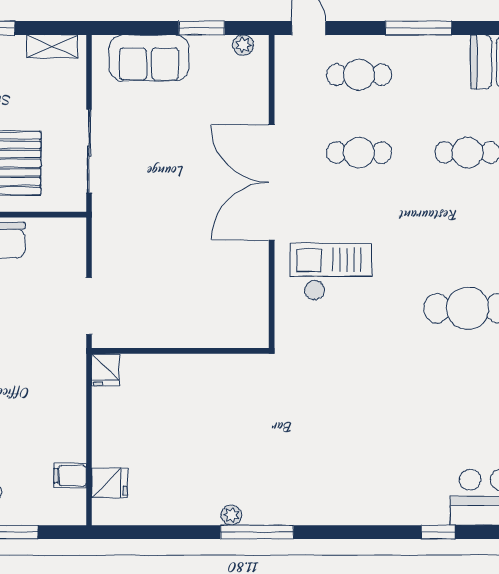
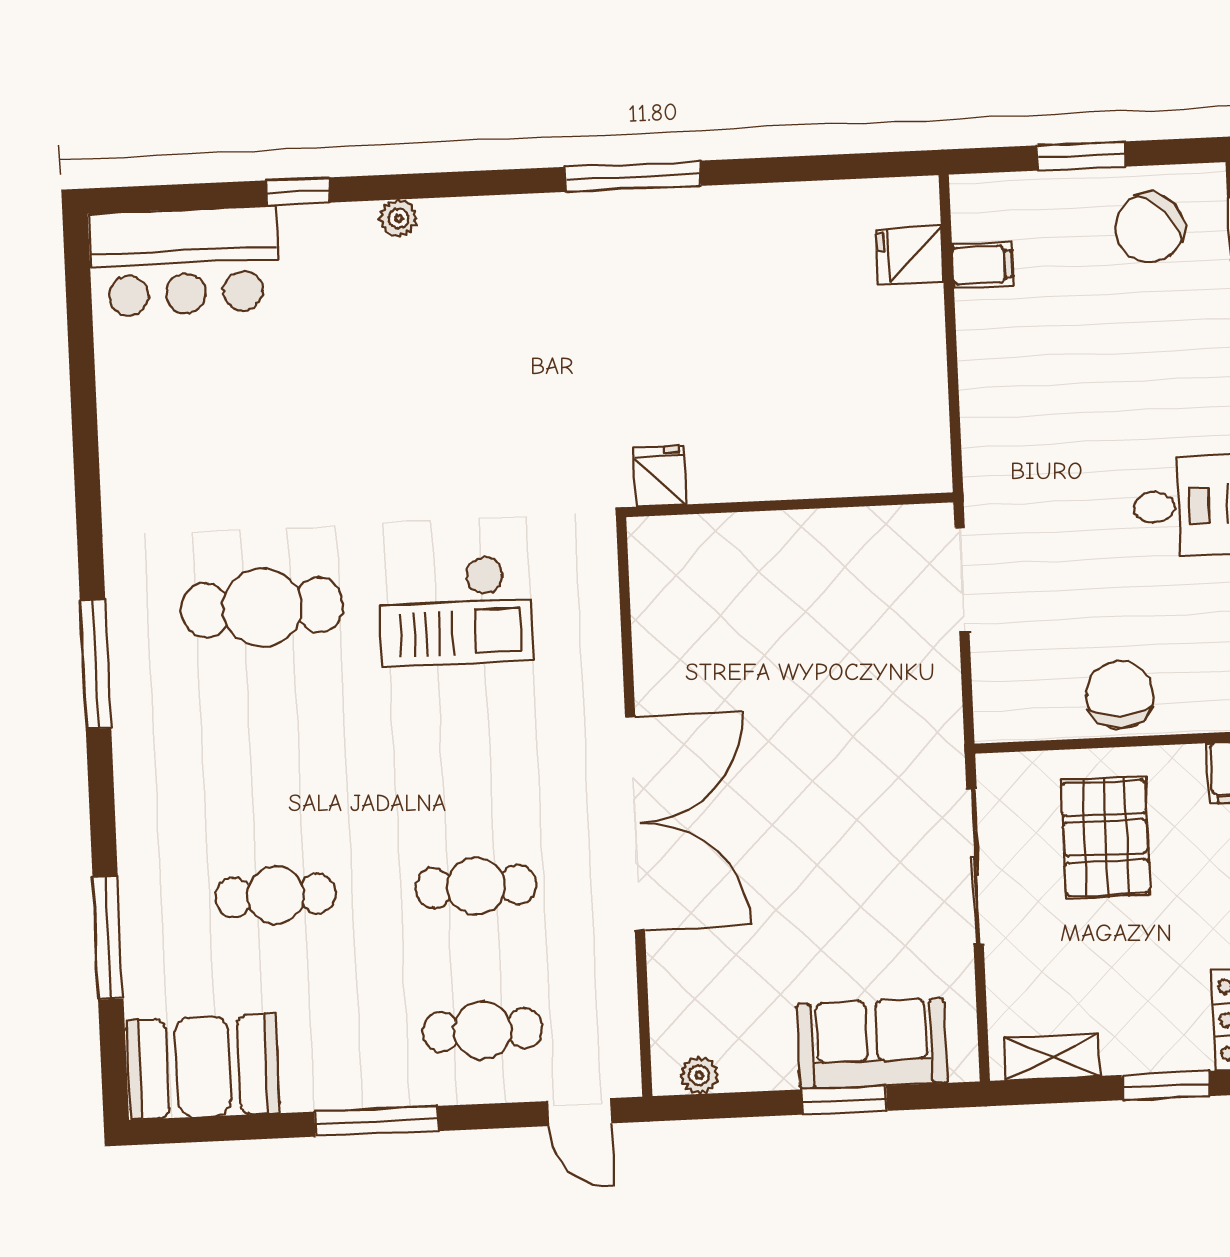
window: (202, 28) -> (844, 1100), moved
checkout: (331, 272) -> (456, 611), moved
fridge: (105, 370) -> (660, 476), moved
plant: (231, 515) -> (398, 218), moved

